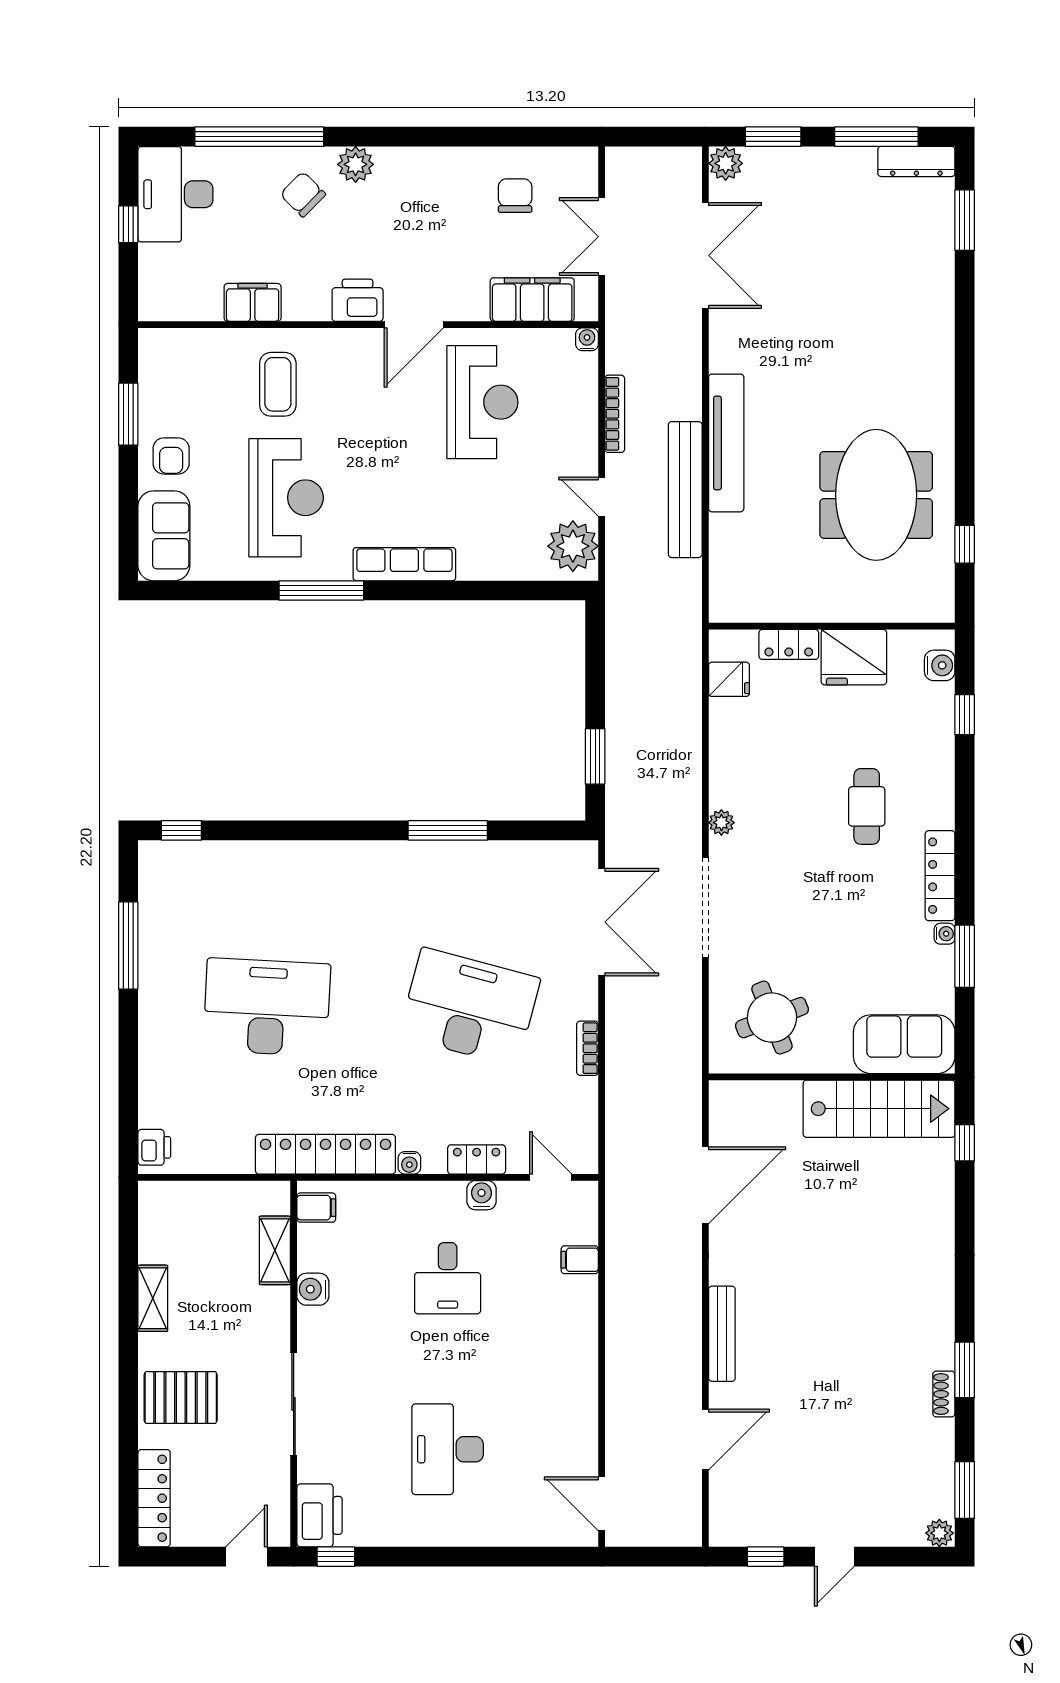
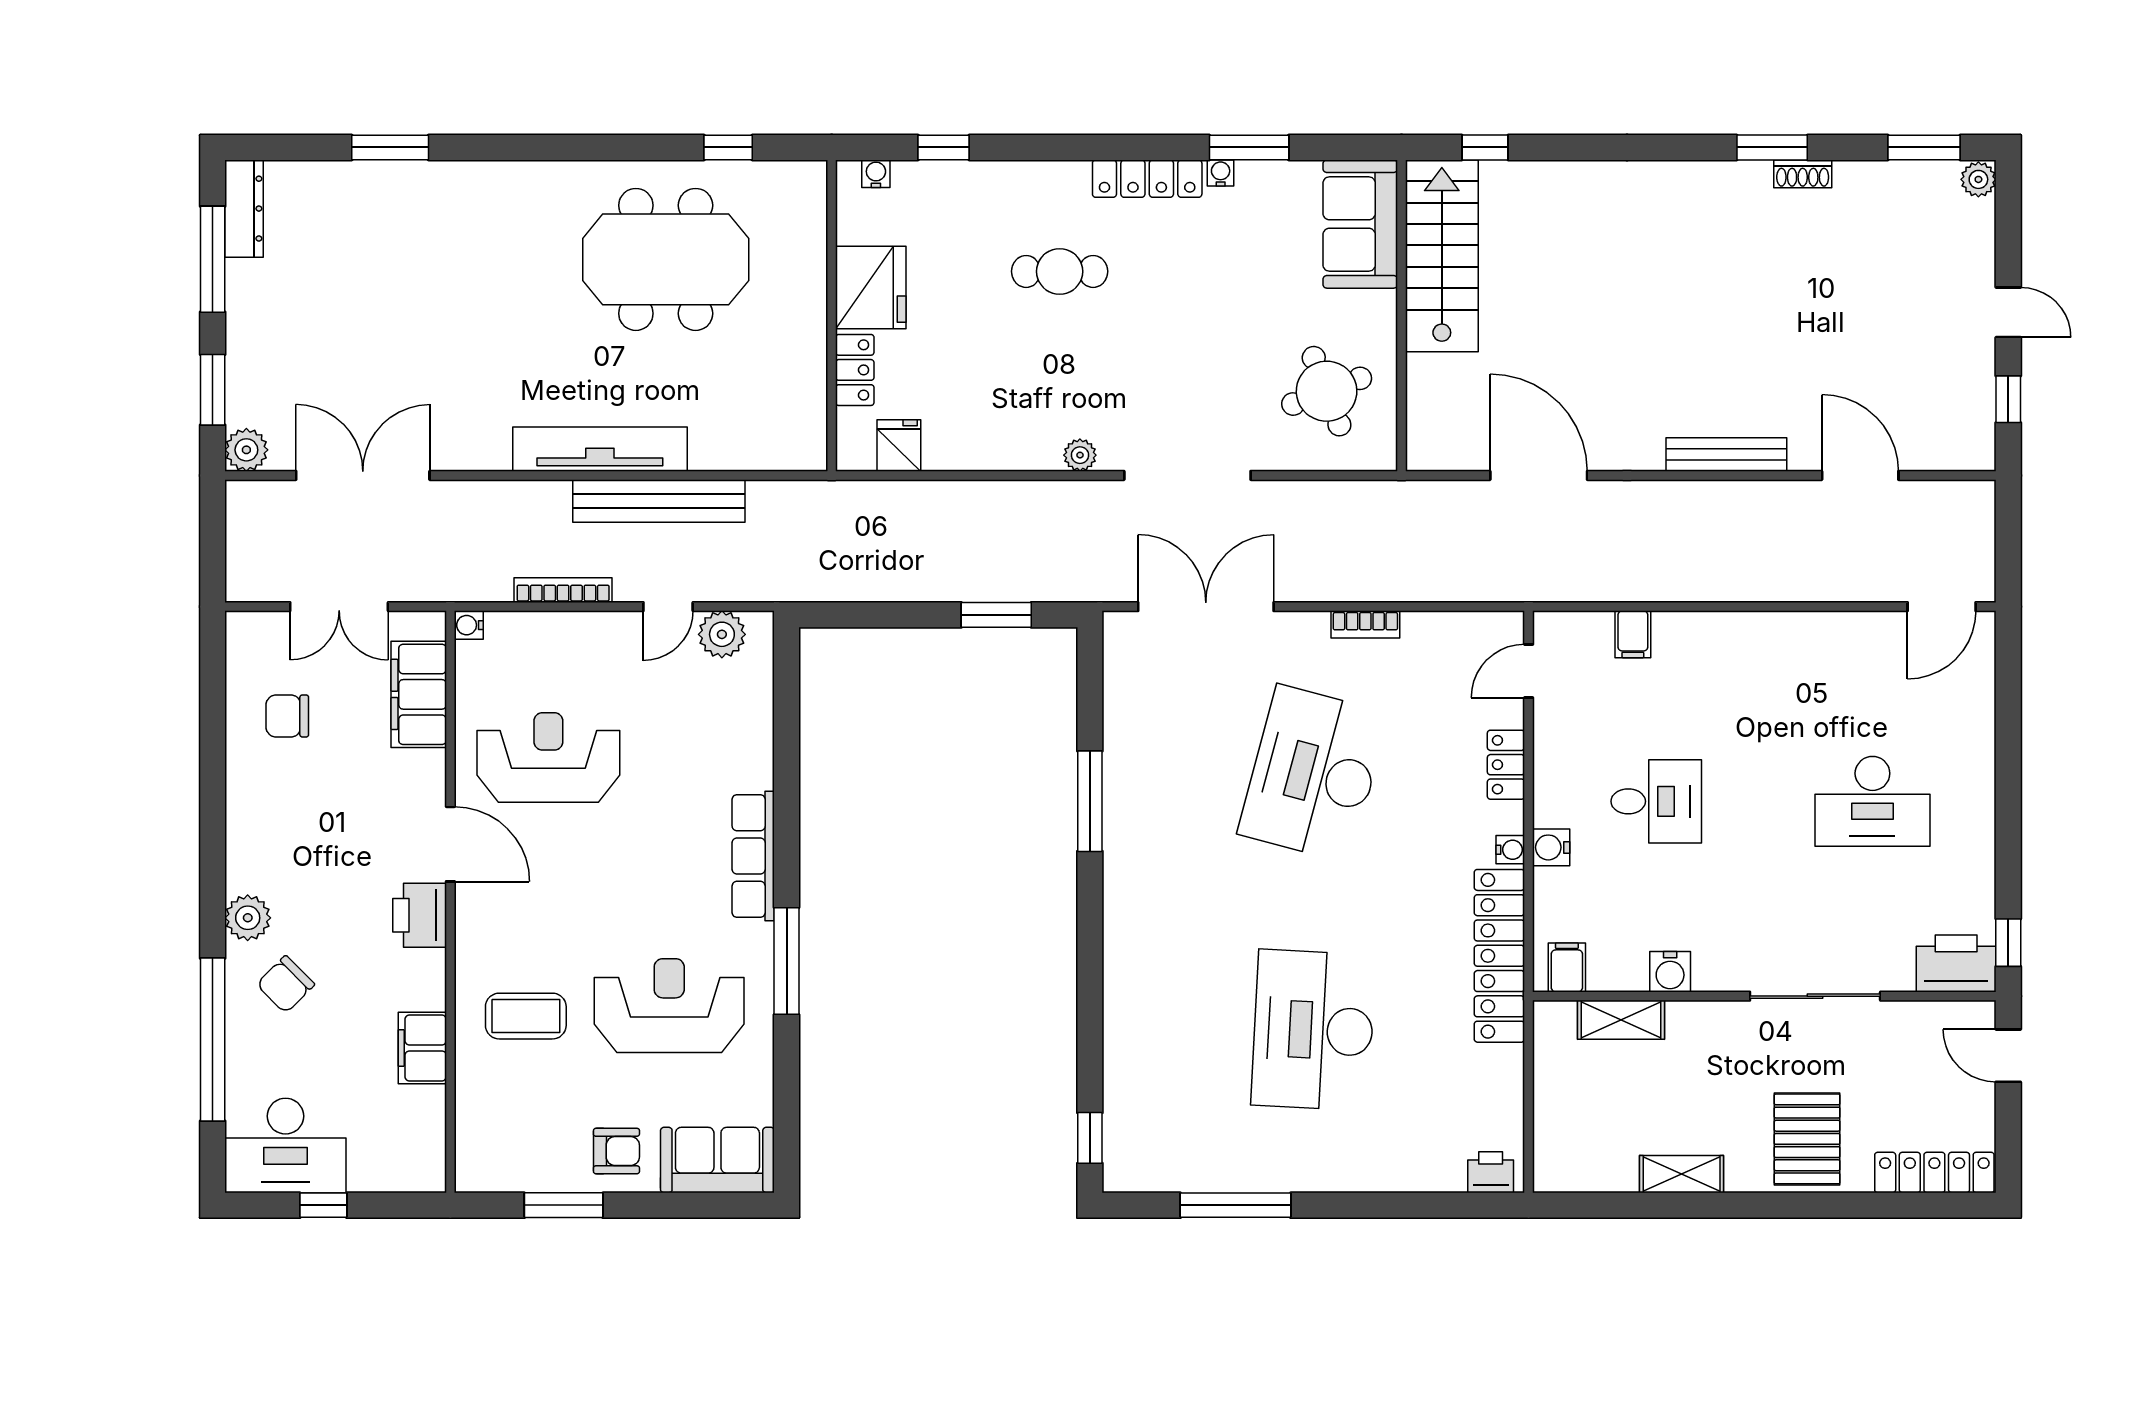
window: (965, 220) -> (390, 147), moved
plant: (573, 546) -> (722, 634), width x0.73, depth x0.73
water cooler: (940, 665) -> (876, 174), width x0.72, depth x0.72
water cooler: (481, 1195) -> (1551, 847), moved

